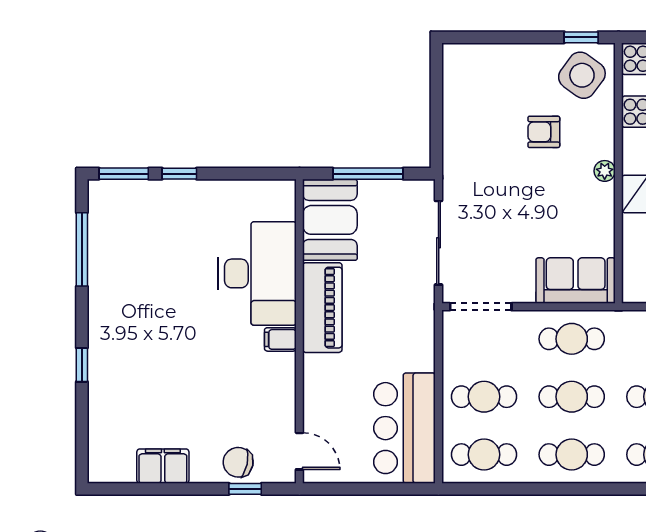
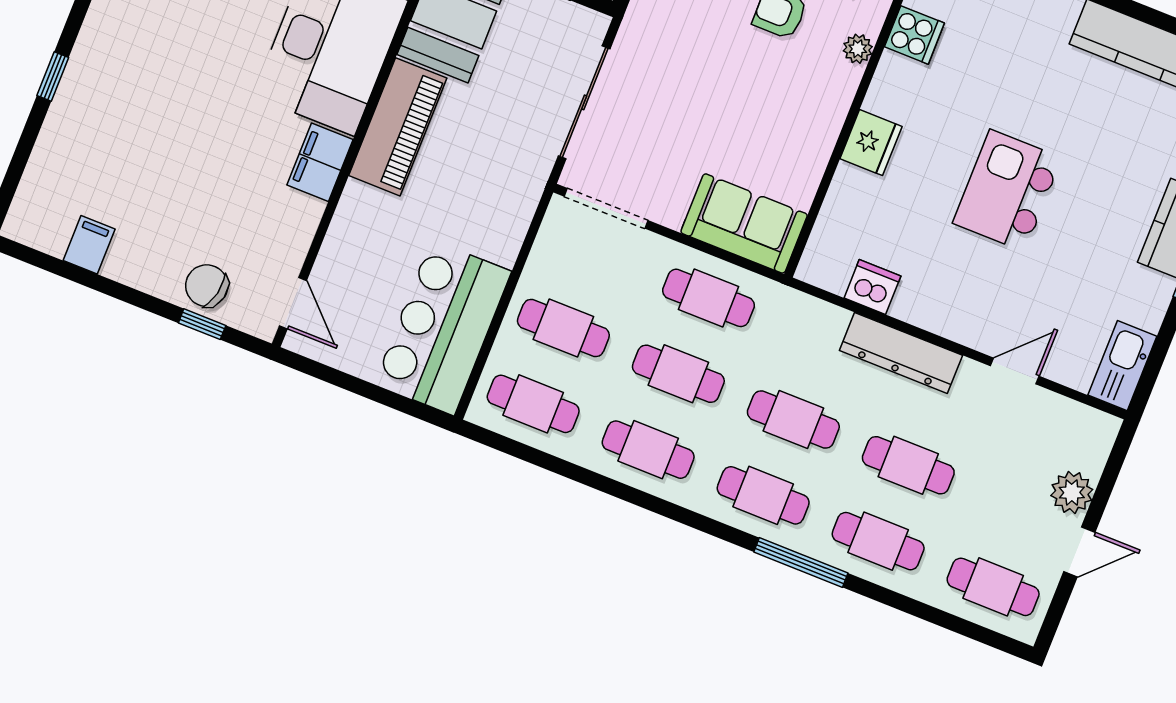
plant: (605, 171) -> (858, 49), moved
filing cabinet: (280, 339) -> (320, 162), width x2.00
filing cabinet: (163, 466) -> (89, 245), width x0.50

